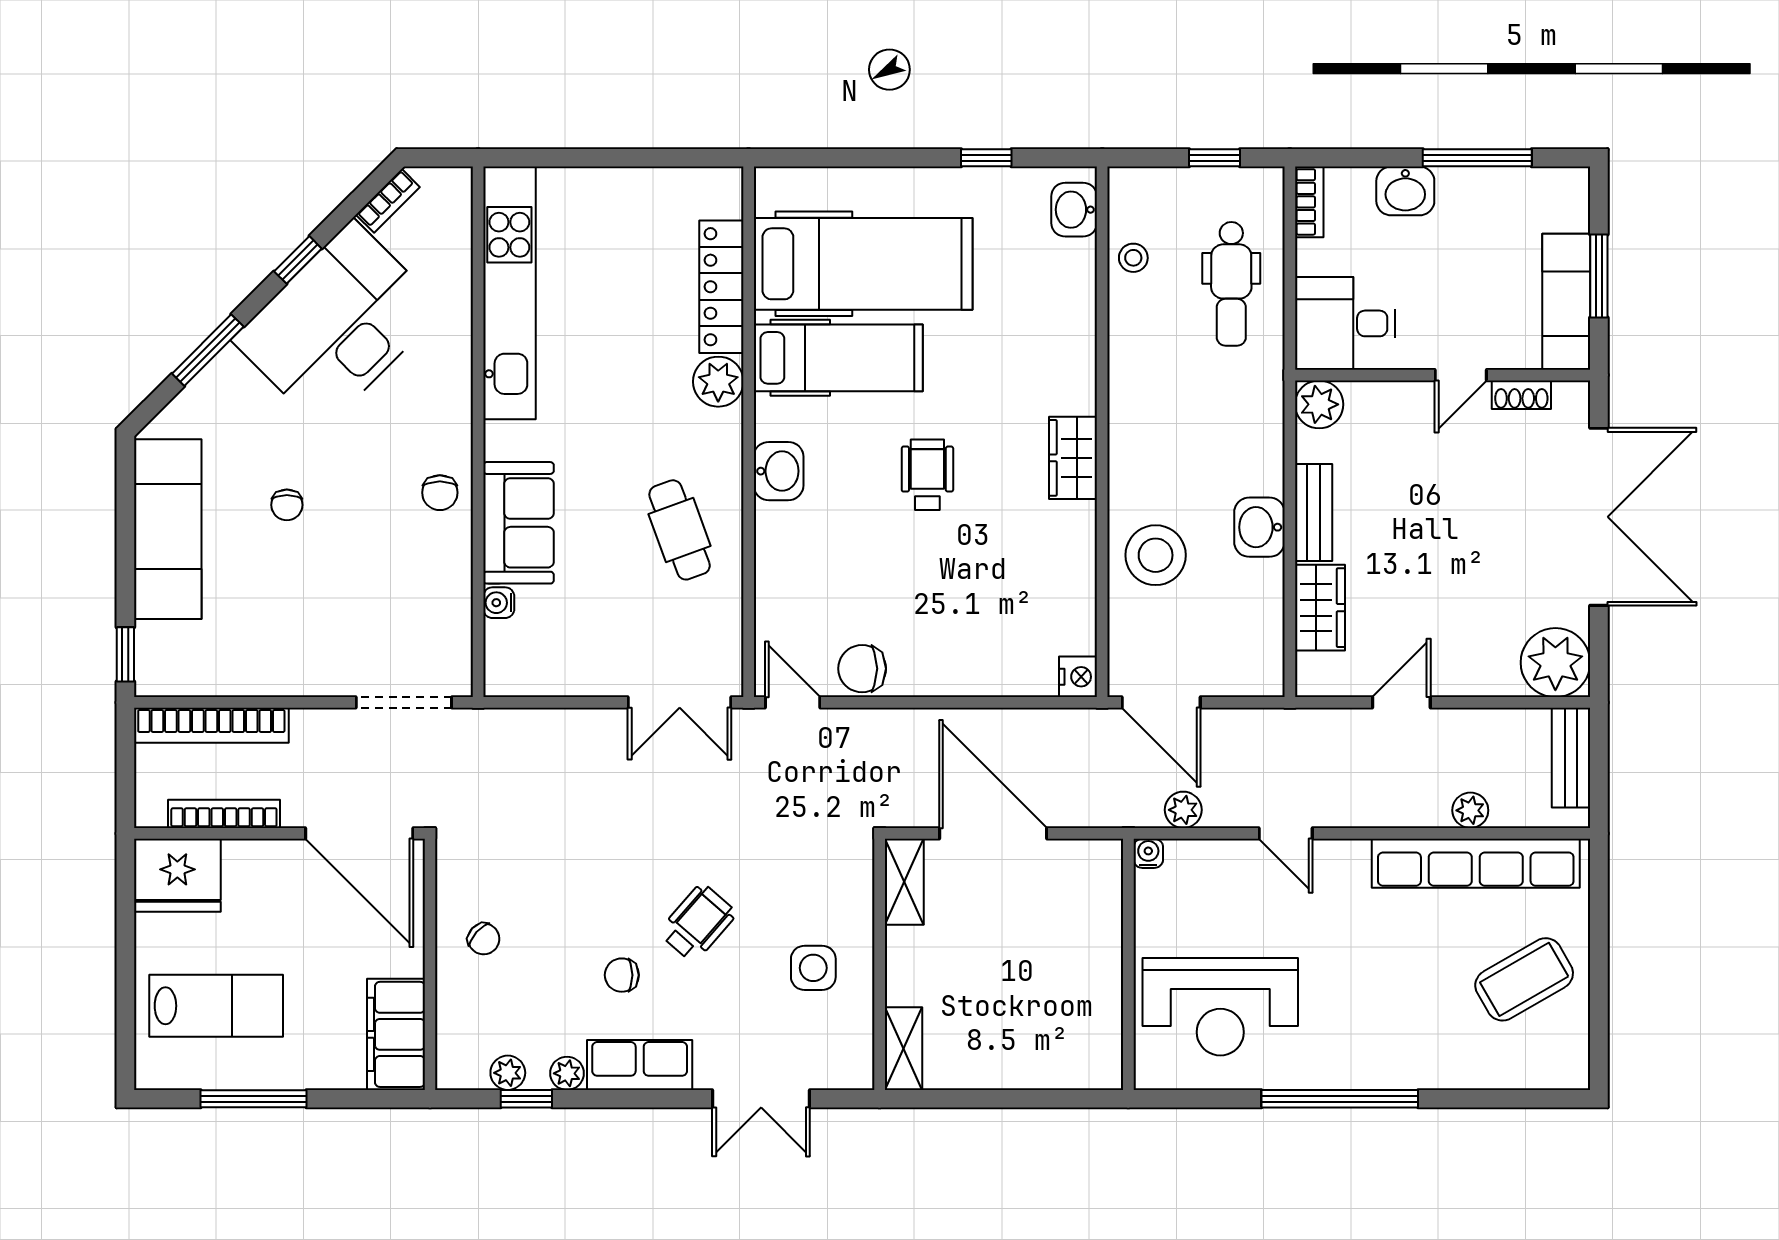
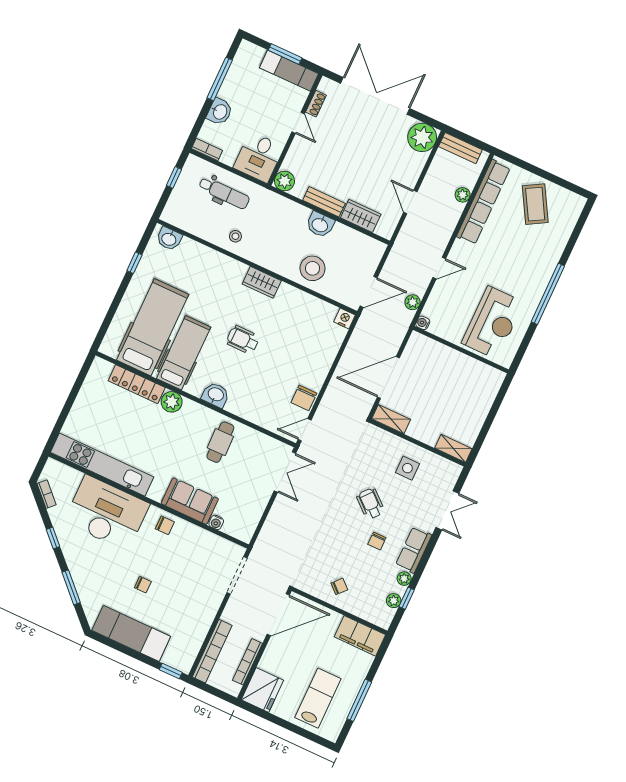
stool: (1133, 258) -> (235, 236), moved
desk: (338, 325) -> (107, 513), moved, turned 135
cafe table: (680, 530) -> (220, 442), turned -71

